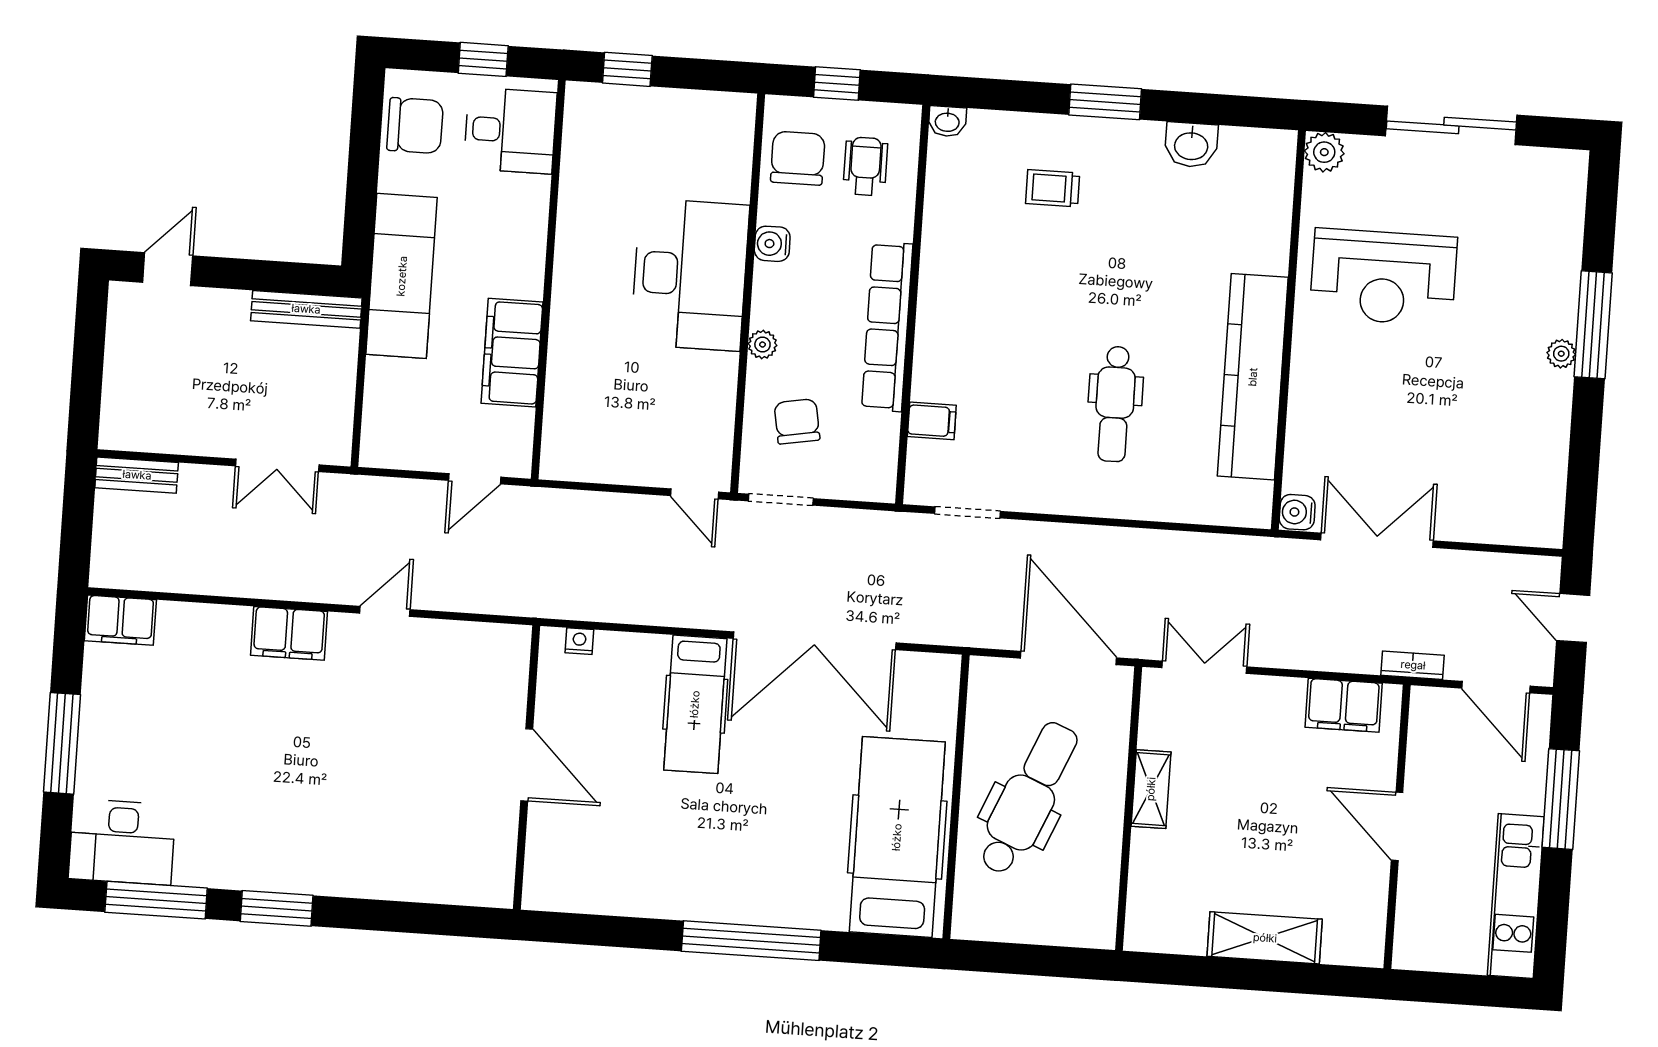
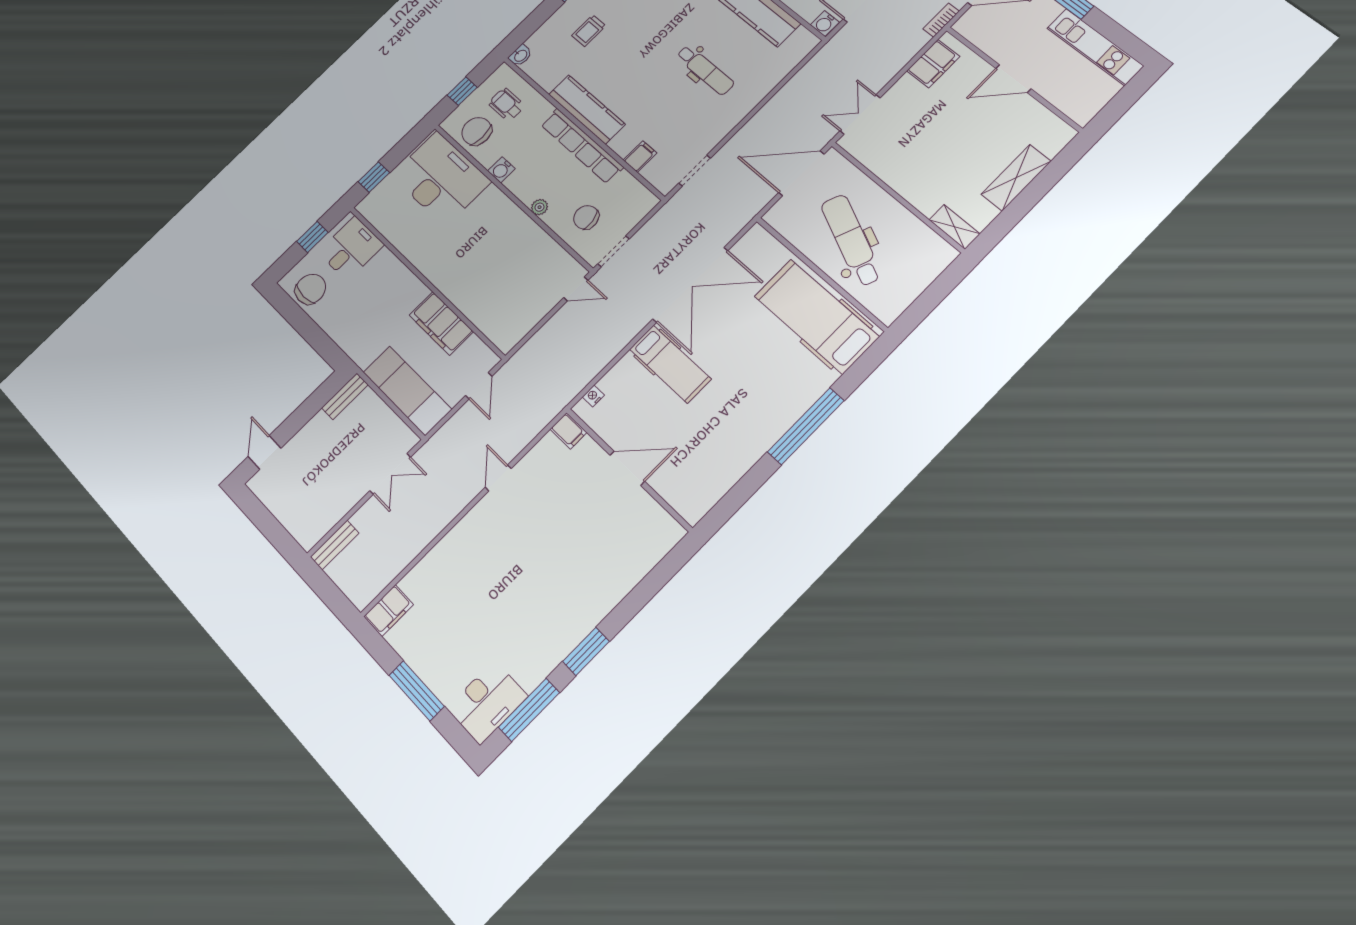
desk: (690, 275) -> (441, 179), moved
exam couch: (402, 276) -> (407, 391), moved
kitchen counter: (942, 287) -> (587, 109), added
bench: (306, 309) -> (345, 396), width x0.73
filing cabinet: (289, 633) -> (568, 431), moved, width x0.50
shelving: (1151, 789) -> (954, 227), moved

